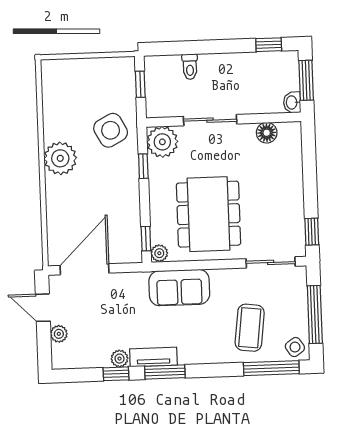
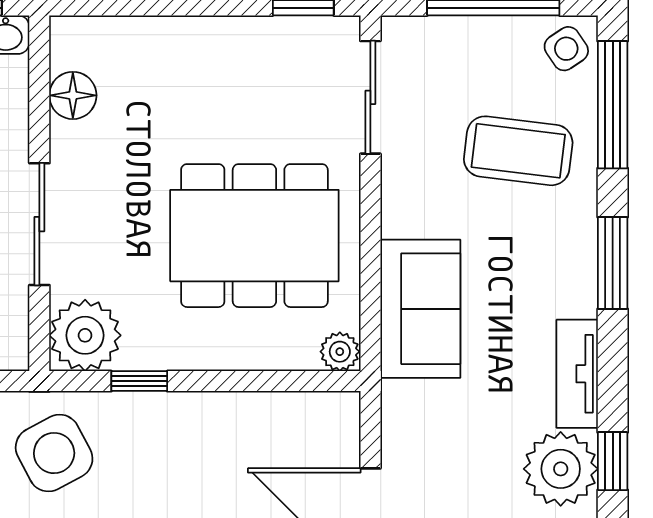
window: (146, 239) -> (305, 381), removed
plant: (120, 359) -> (561, 469), width x1.87, depth x1.87
window: (165, 372) -> (613, 263), moved

